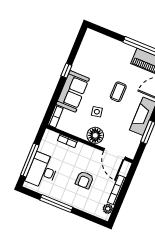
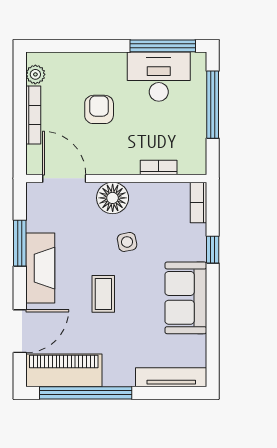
tv unit: (102, 39) -> (171, 377), added
window: (66, 71) -> (213, 250), moved
sofa: (73, 91) -> (186, 298), moved
desk: (42, 171) -> (159, 77), moved, turned -90
window: (56, 204) -> (163, 46), moved

